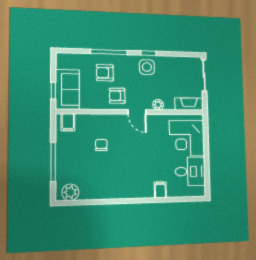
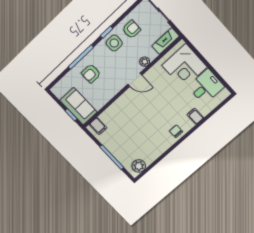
armchair: (117, 96) -> (131, 29), moved, turned 180
chair: (101, 145) -> (176, 131), moved

